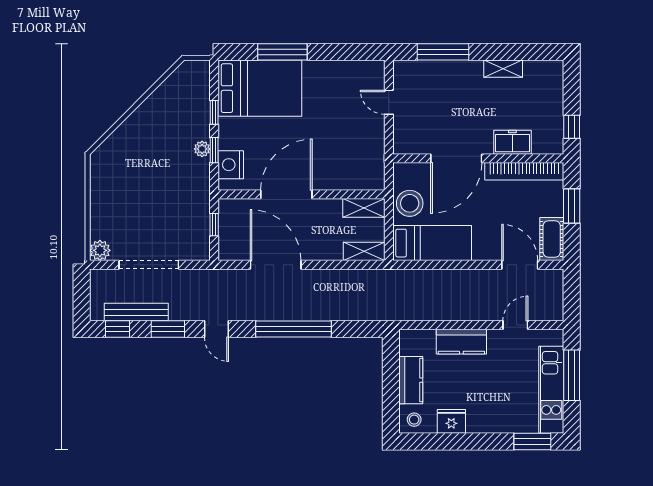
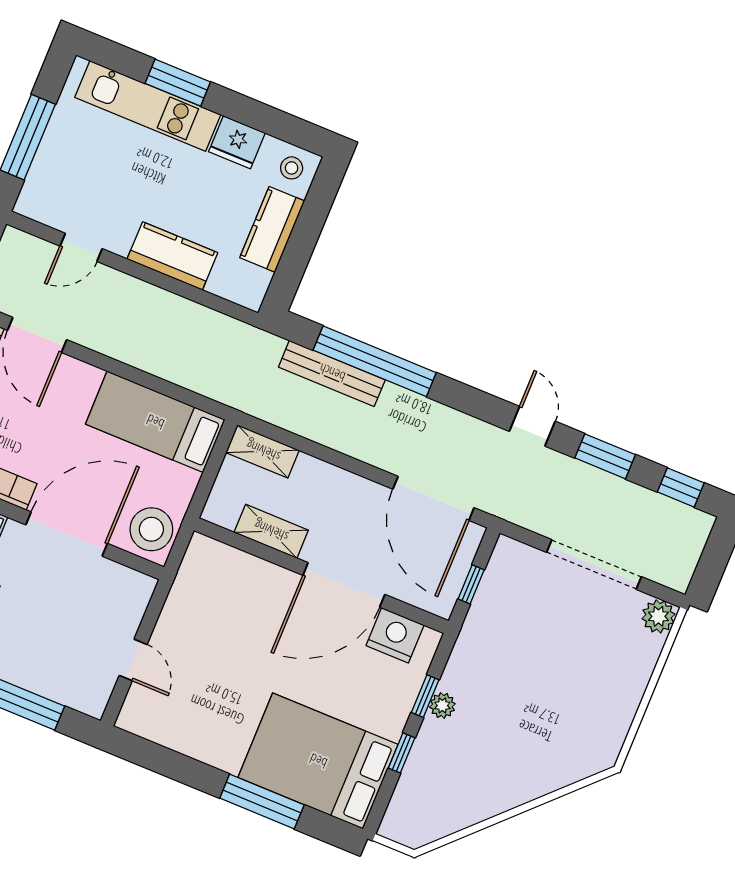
nightstand: (231, 165) -> (395, 635), moved, turned -90
stool: (410, 203) -> (151, 529), moved
shelving: (364, 208) -> (271, 531), moved
door: (276, 265) -> (433, 498), moved
bench: (136, 312) -> (332, 373), moved
window: (294, 329) -> (375, 361), moved
kitchen unit: (551, 390) -> (148, 106), moved, turned 90
window: (532, 441) -> (178, 83), moved

